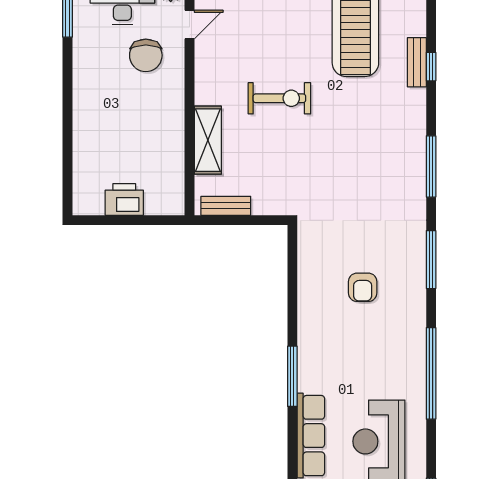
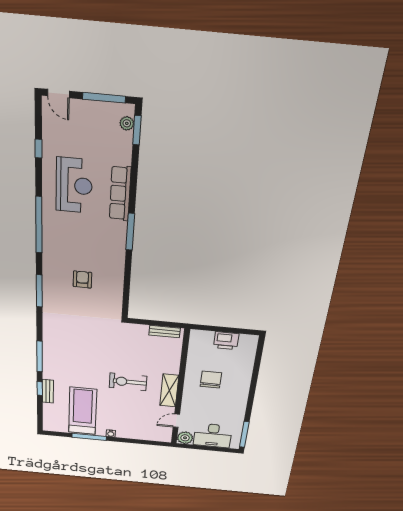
chair: (146, 55) -> (211, 380), moved
shelving: (208, 140) -> (169, 390), moved
window: (431, 166) -> (40, 356), moved

